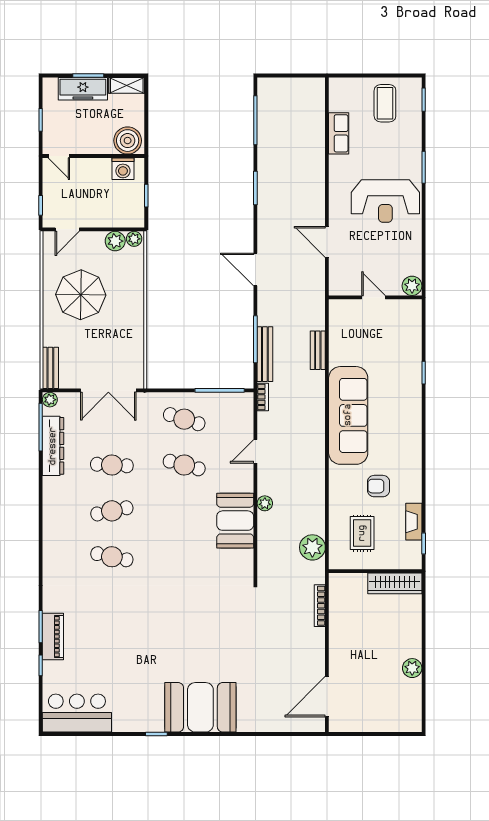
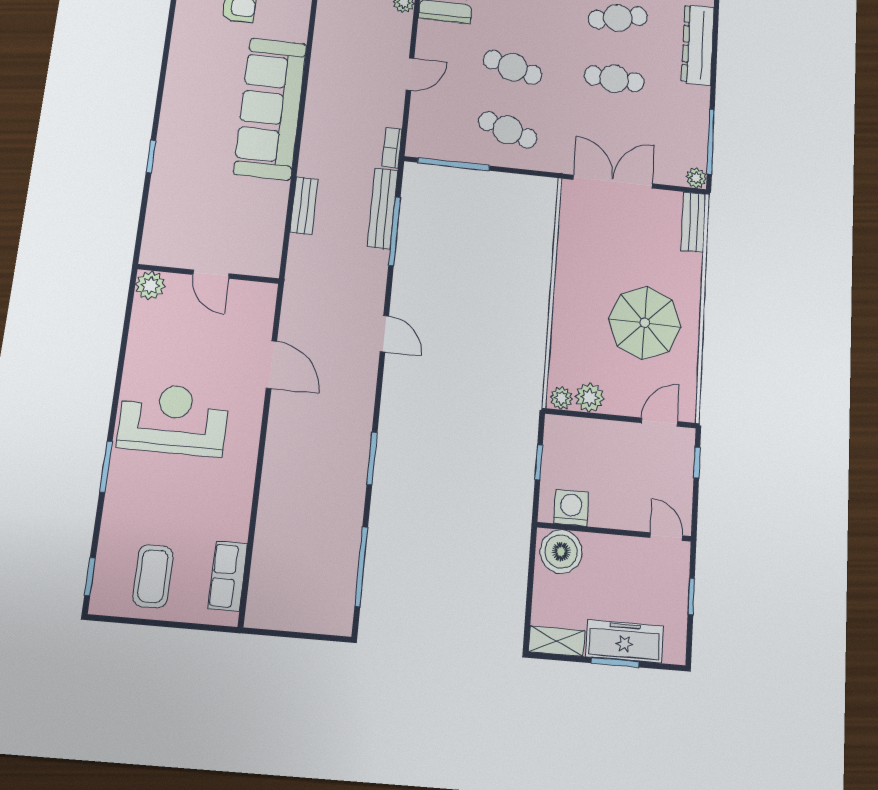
row of seats: (339, 133) -> (228, 576), moved
door: (255, 269) -> (384, 334), width x0.73
dresser: (53, 446) -> (698, 45), moved

